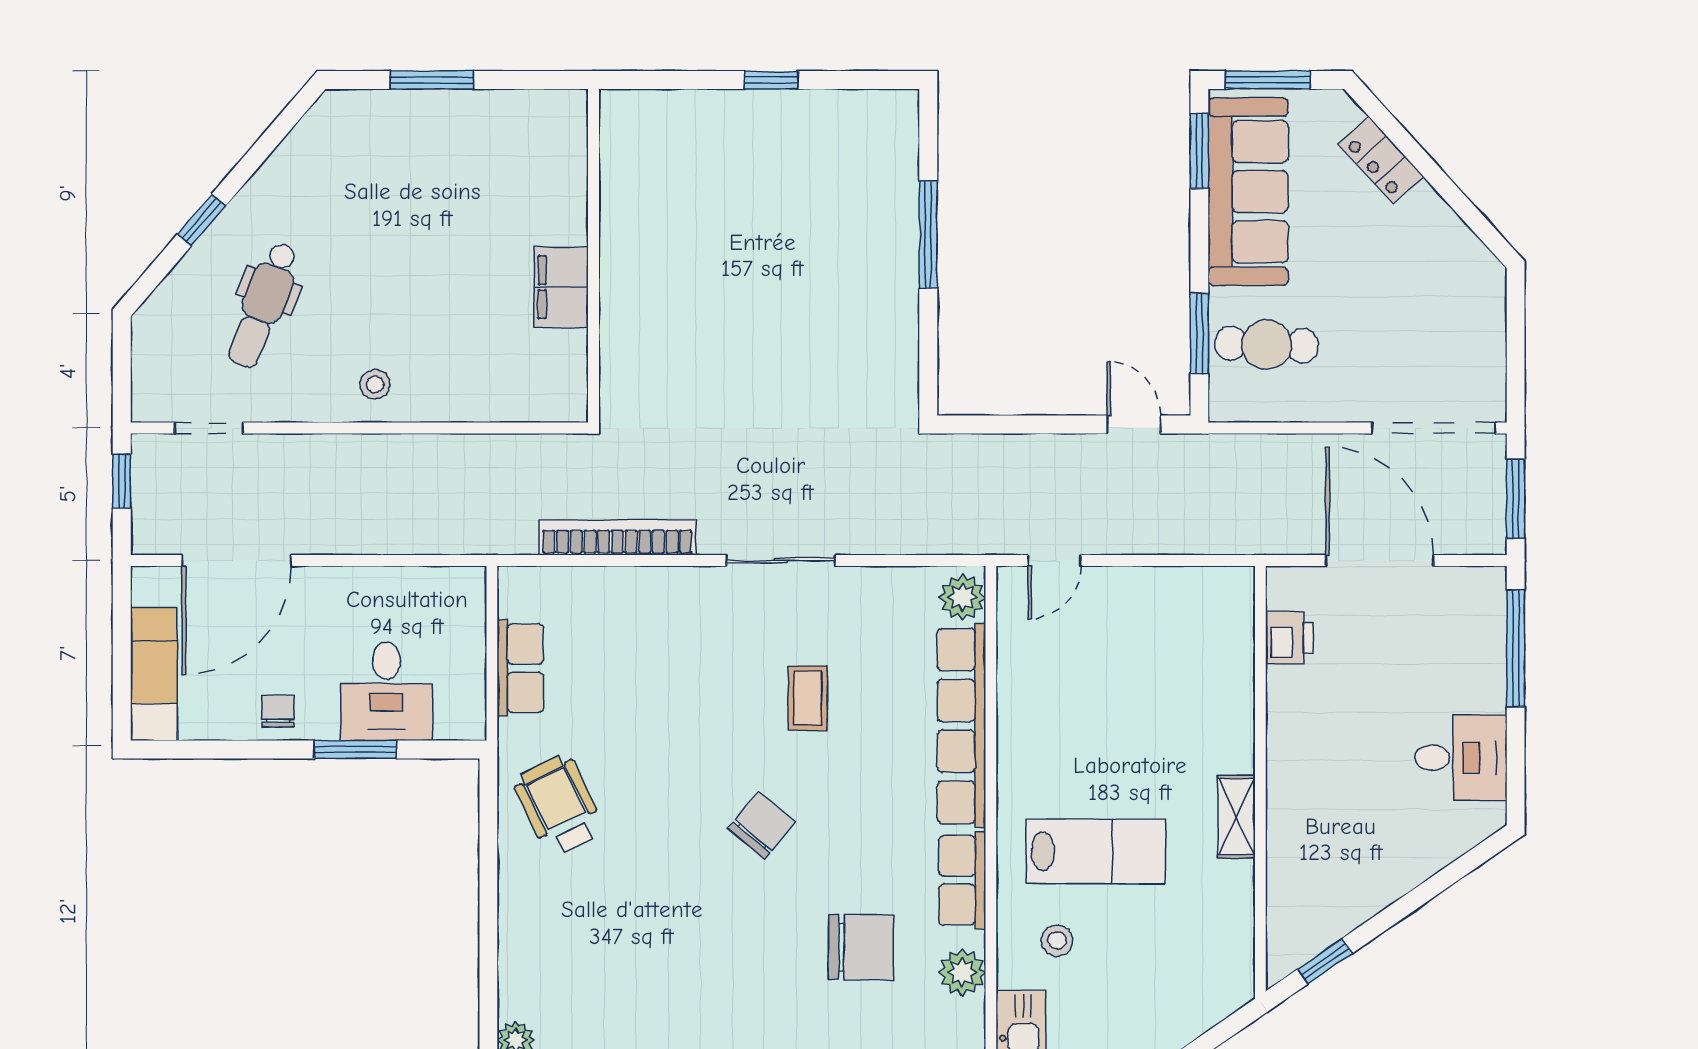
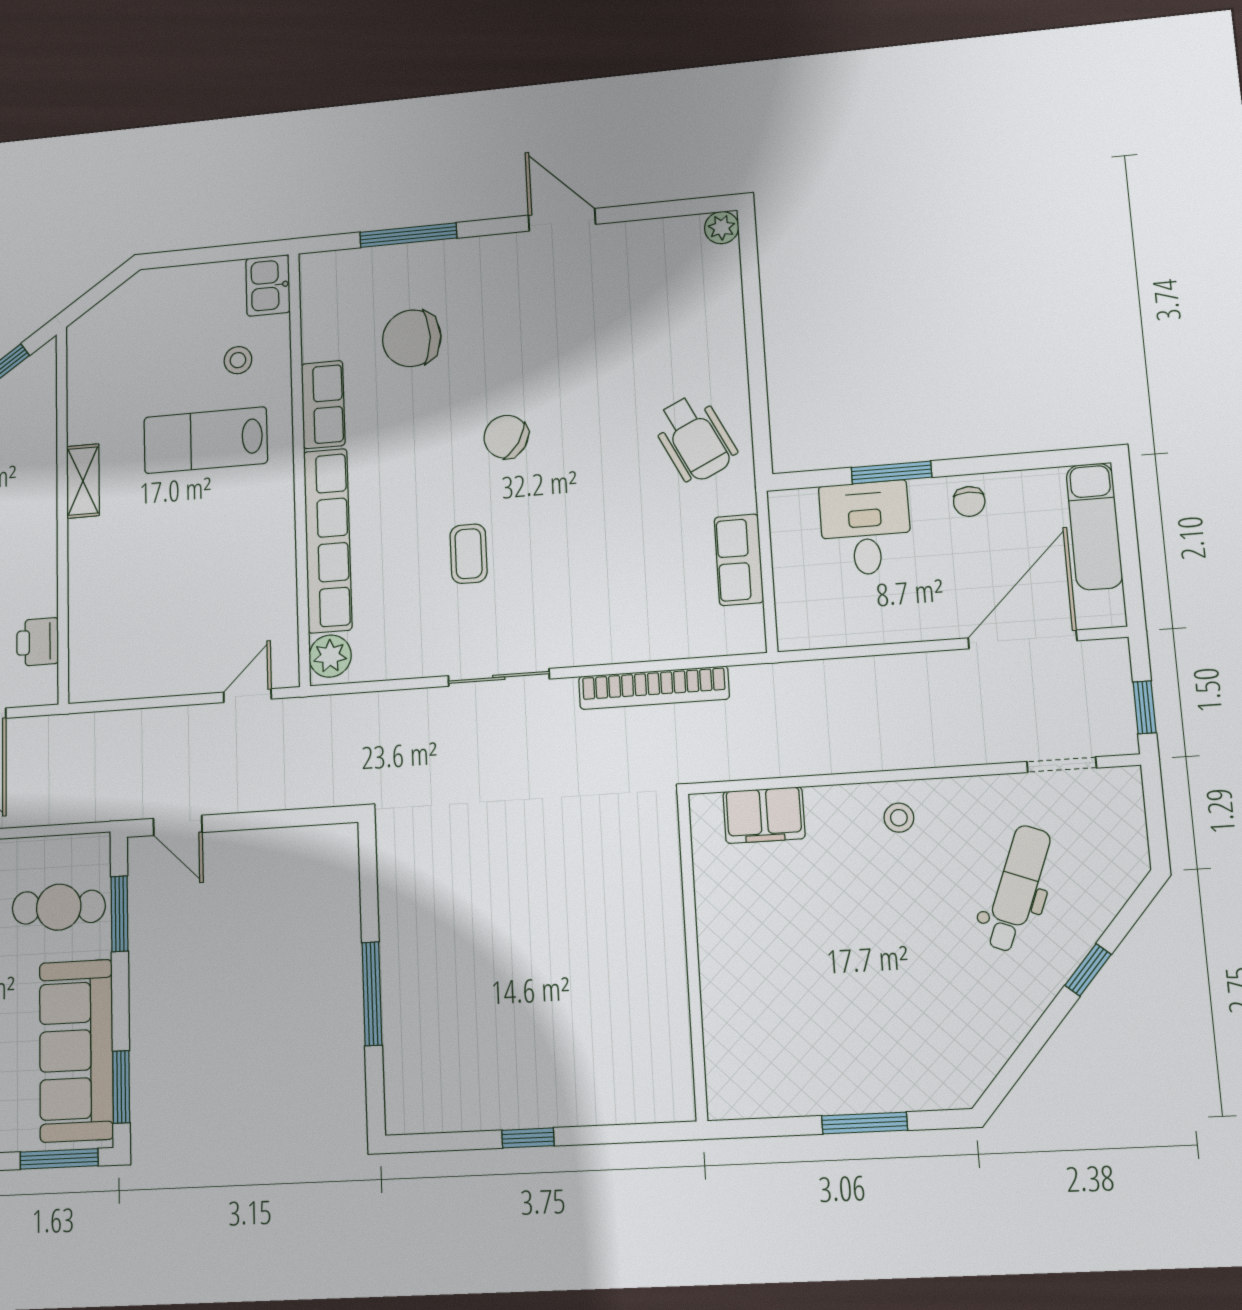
filing cabinet: (561, 287) -> (764, 815), moved, turned 90
chair: (761, 825) -> (506, 437), turned 82
plant: (962, 972) -> (321, 325), removed

